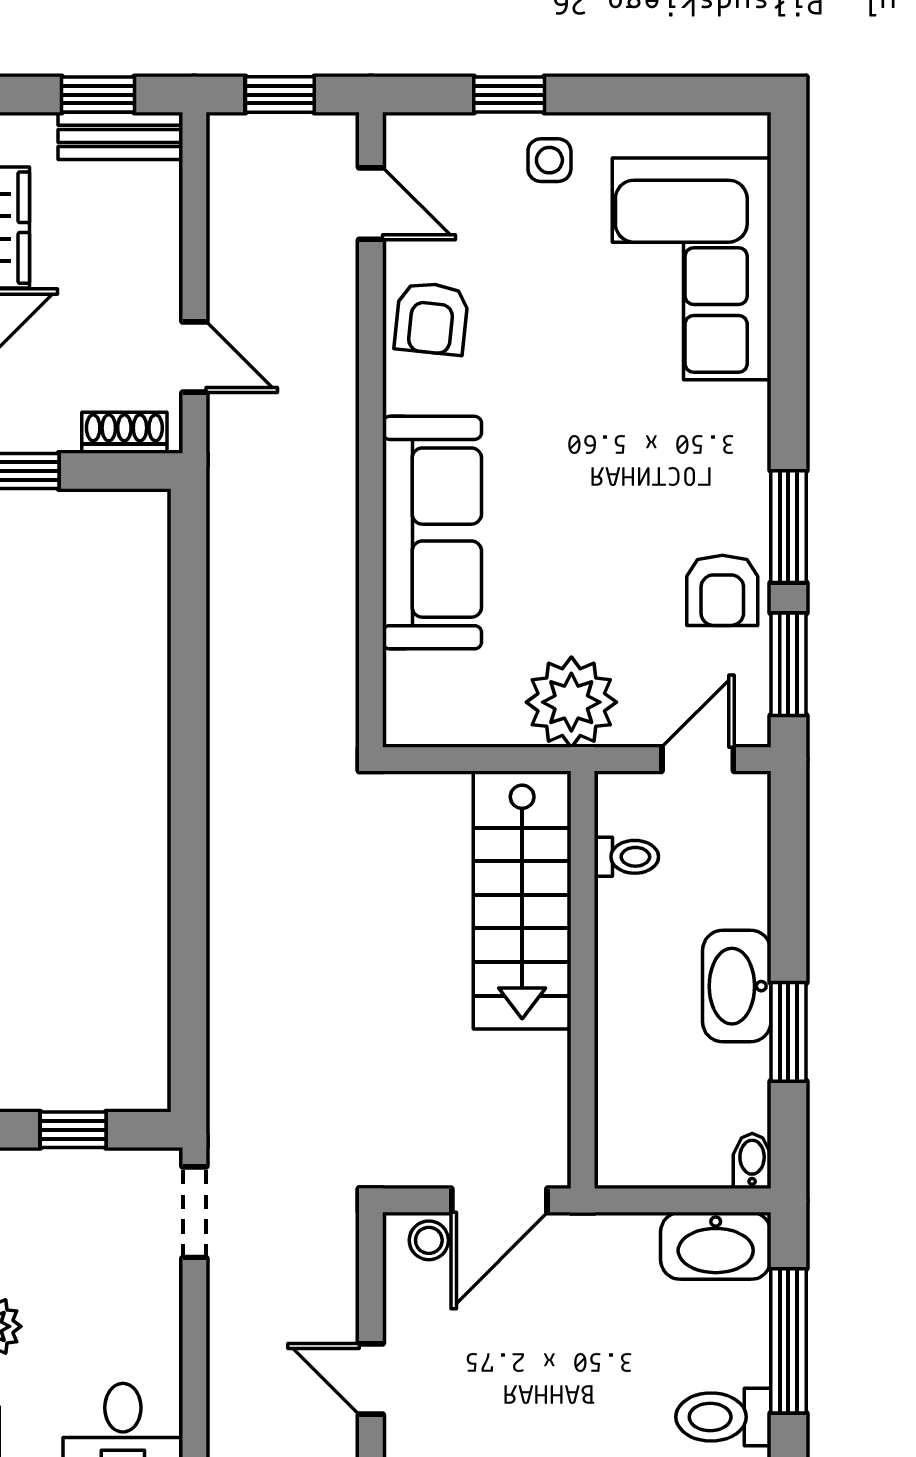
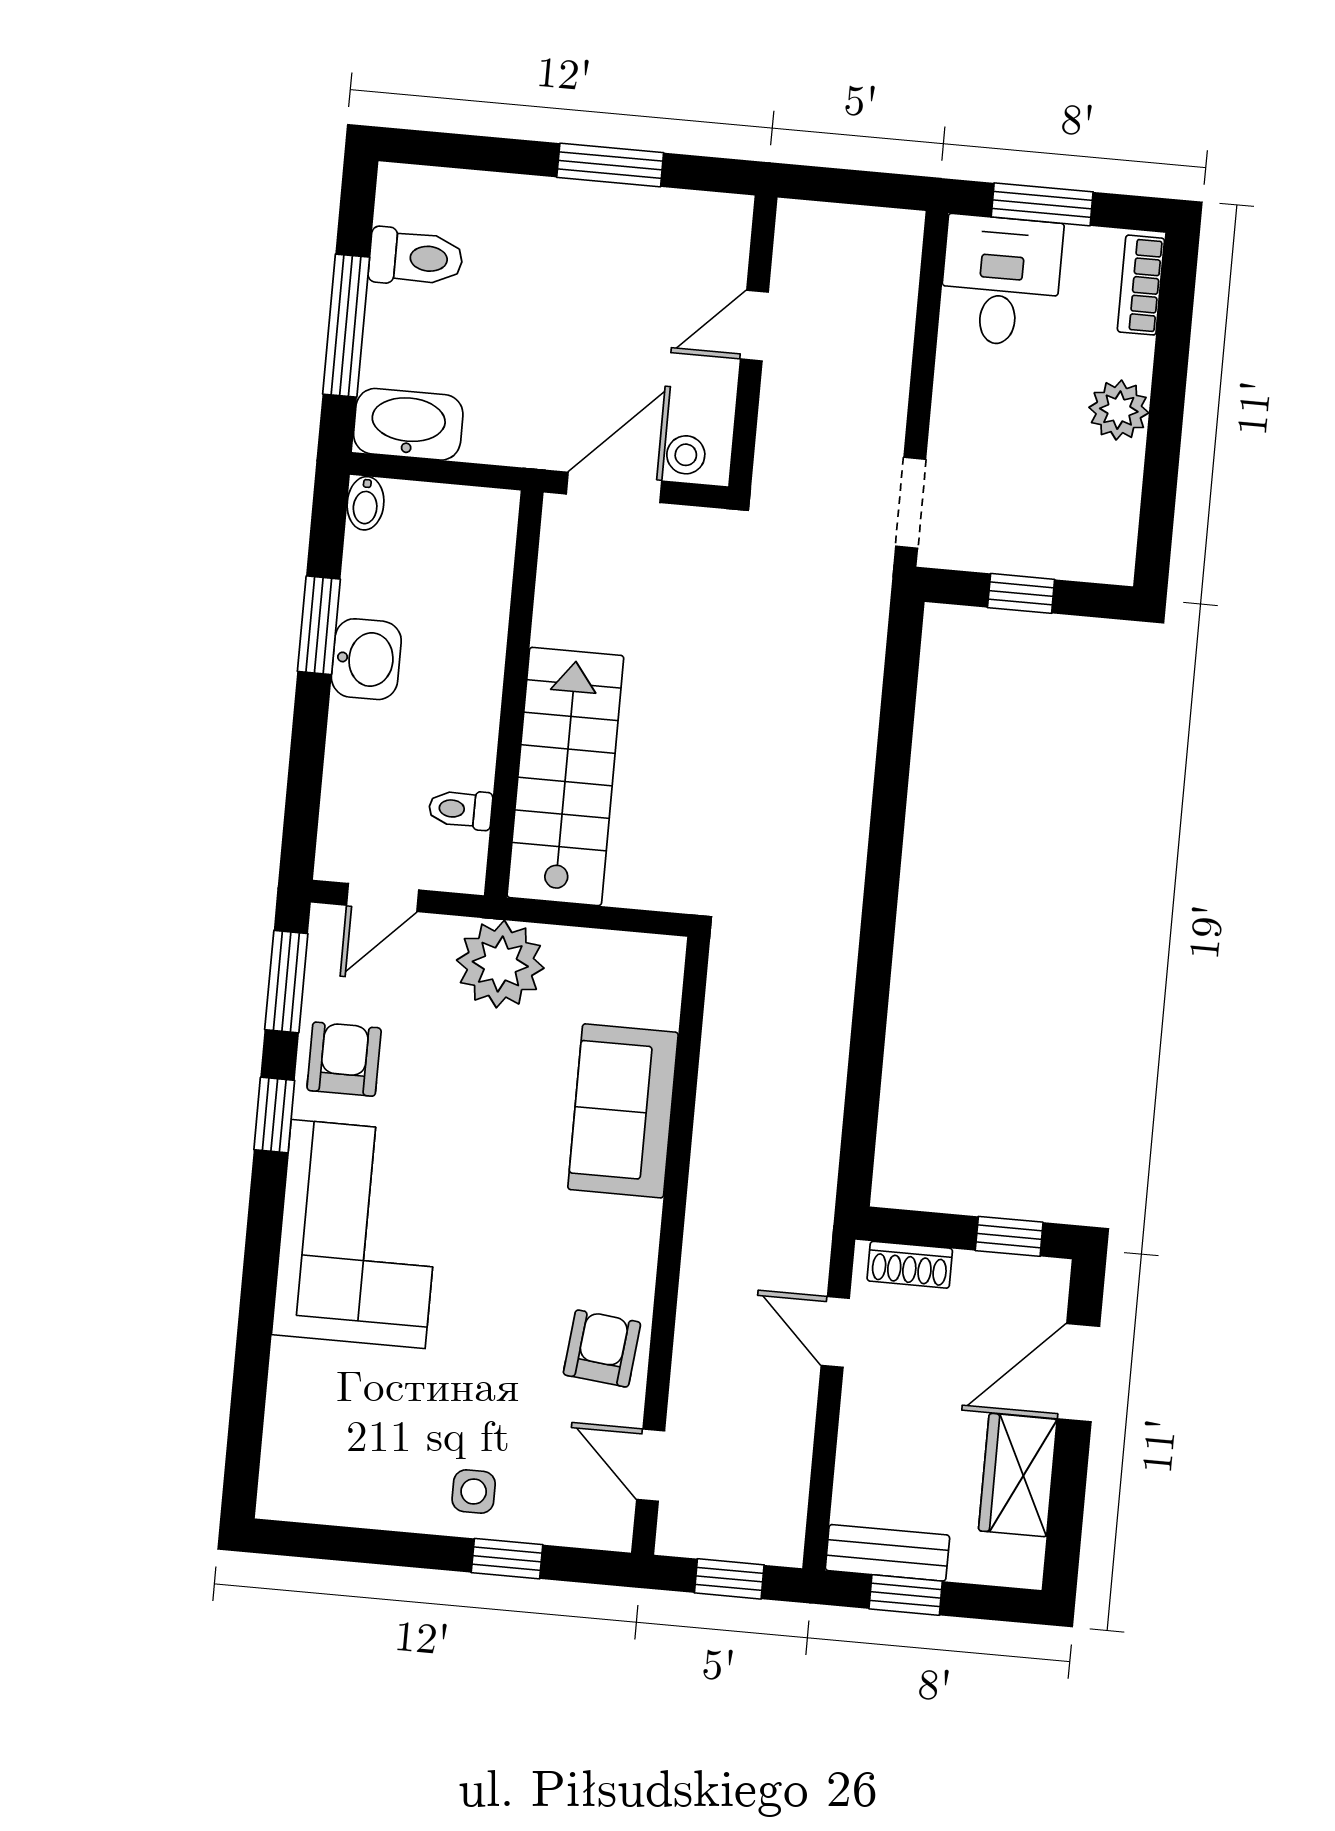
corner sofa: (692, 269) -> (358, 1234), moved
window: (788, 527) -> (274, 1115), width x0.67
sofa: (432, 533) -> (623, 1111), width x0.73
washbasin: (737, 986) -> (366, 659), width x0.72
door: (371, 1379) -> (754, 326), swing flipped

